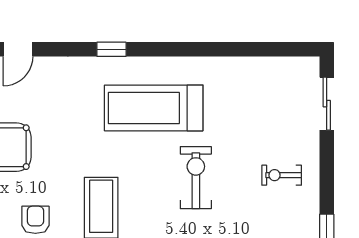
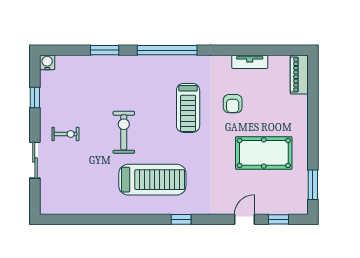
sliding door: (327, 104) -> (35, 160), moved
exercise bike: (196, 178) -> (124, 132), turned 180

